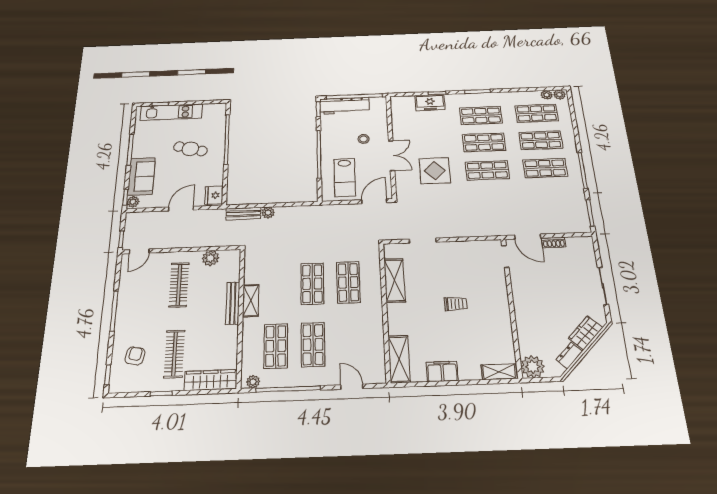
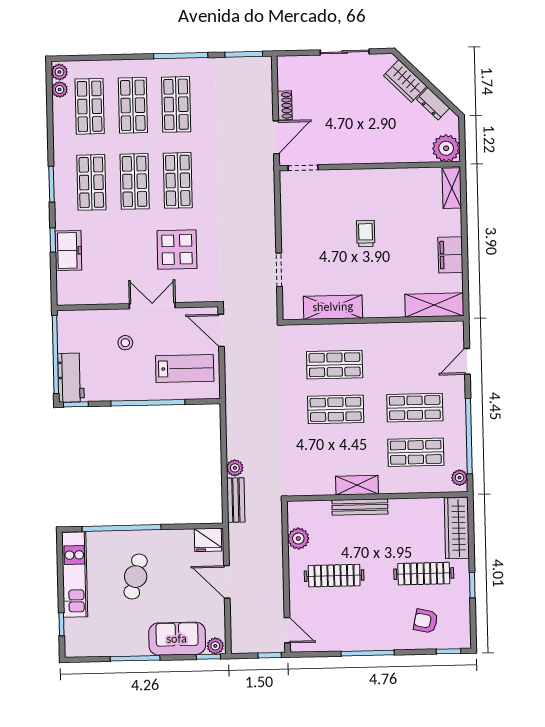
workbench: (344, 106) -> (71, 378), width x0.73
kitchen unit: (171, 112) -> (75, 575), moved

